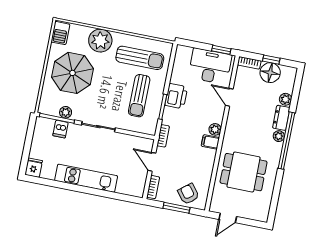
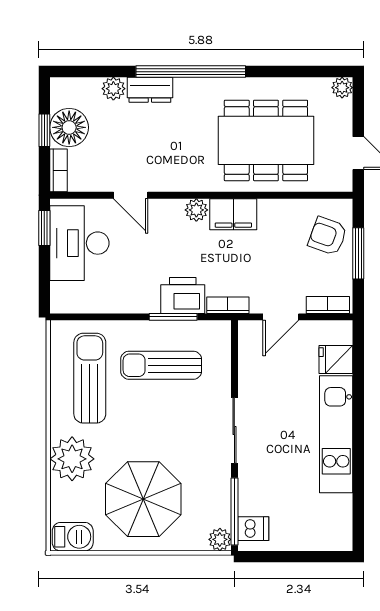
sun lounger: (139, 96) -> (161, 365), turned 180
printer: (176, 96) -> (183, 295), moved
door: (229, 97) -> (131, 195), hinge flipped
plant: (66, 112) -> (220, 539), moved
dishwasher: (61, 129) -> (253, 529), moved
plant: (279, 136) -> (342, 88), moved
filing cabinet: (210, 142) -> (233, 214), width x2.00
fridge: (34, 168) -> (336, 359), moved
dining table: (244, 172) -> (266, 140), width x1.38
armchair: (188, 194) -> (328, 236), turned 58

